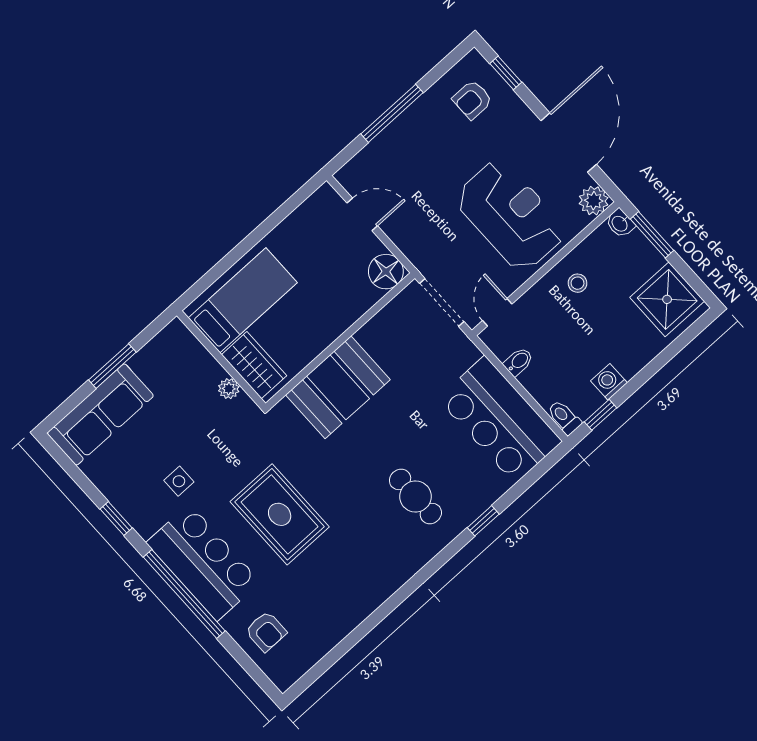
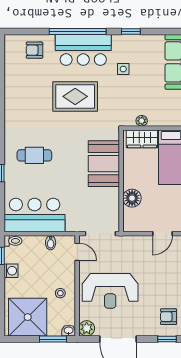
armchair: (472, 100) -> (168, 317), turned -90
floor lamp: (386, 272) -> (132, 198), moved
shower: (667, 299) -> (28, 317), width x1.37, depth x1.37

